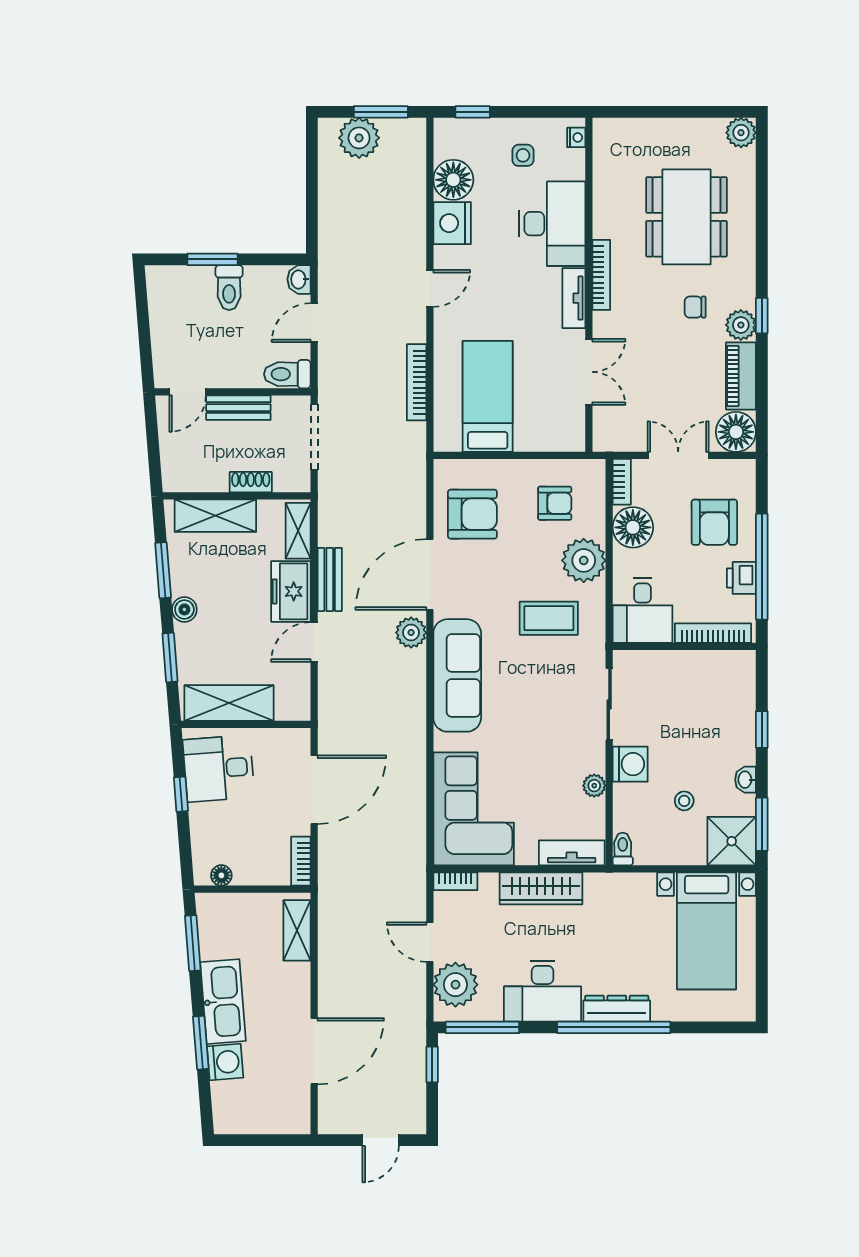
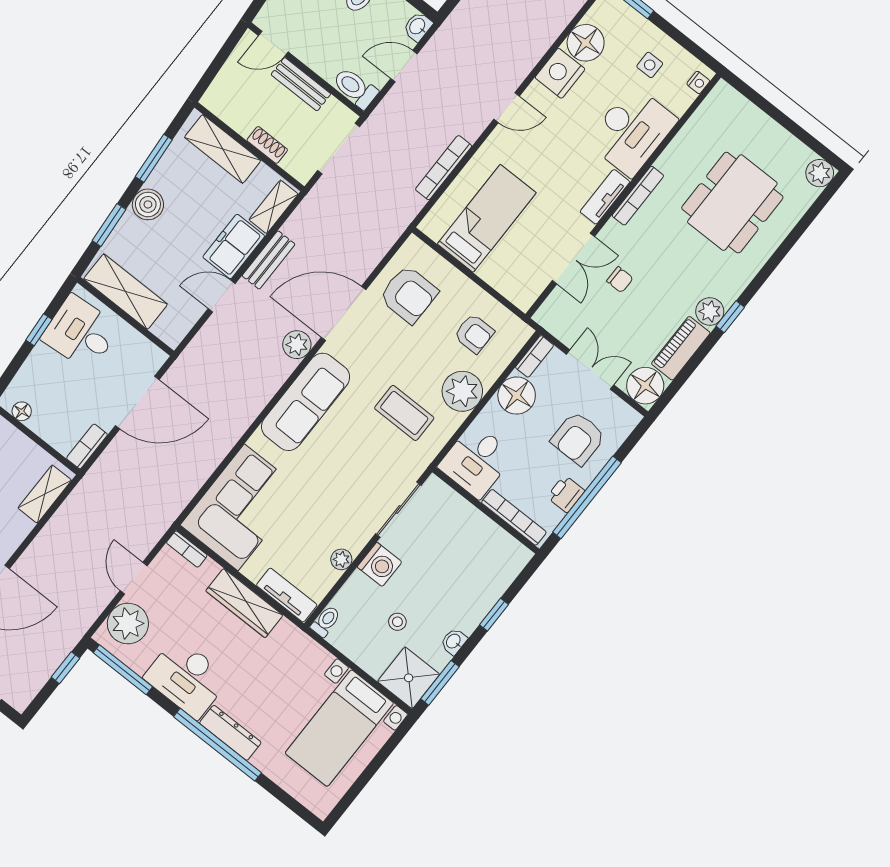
chair: (695, 307) -> (620, 280), moved, turned 180
boiler: (184, 609) -> (148, 204), width x1.36, depth x1.36

